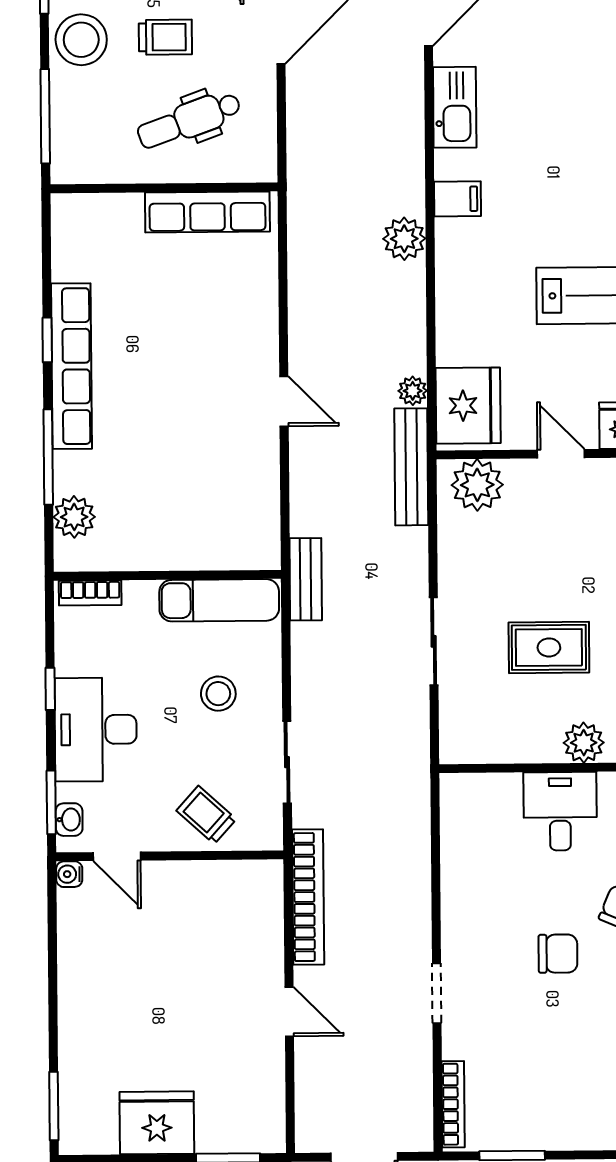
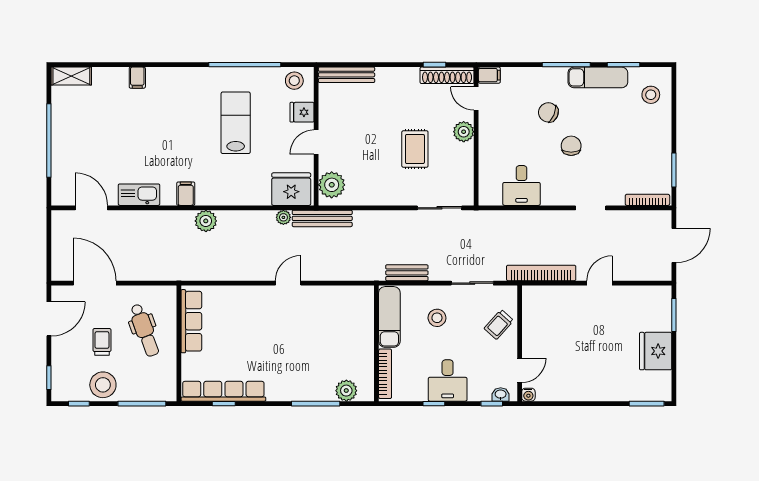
window: (47, 340) -> (224, 404), moved
row of seats: (71, 366) -> (223, 391), moved
bench: (306, 579) -> (407, 273), moved
bookcase: (90, 593) -> (385, 374), width x1.56
sliding door: (434, 641) -> (439, 208), moved
desk: (96, 730) -> (448, 381), width x0.73
window: (51, 802) -> (492, 404), width x0.67
desk: (560, 811) -> (522, 185), moved, turned -90

